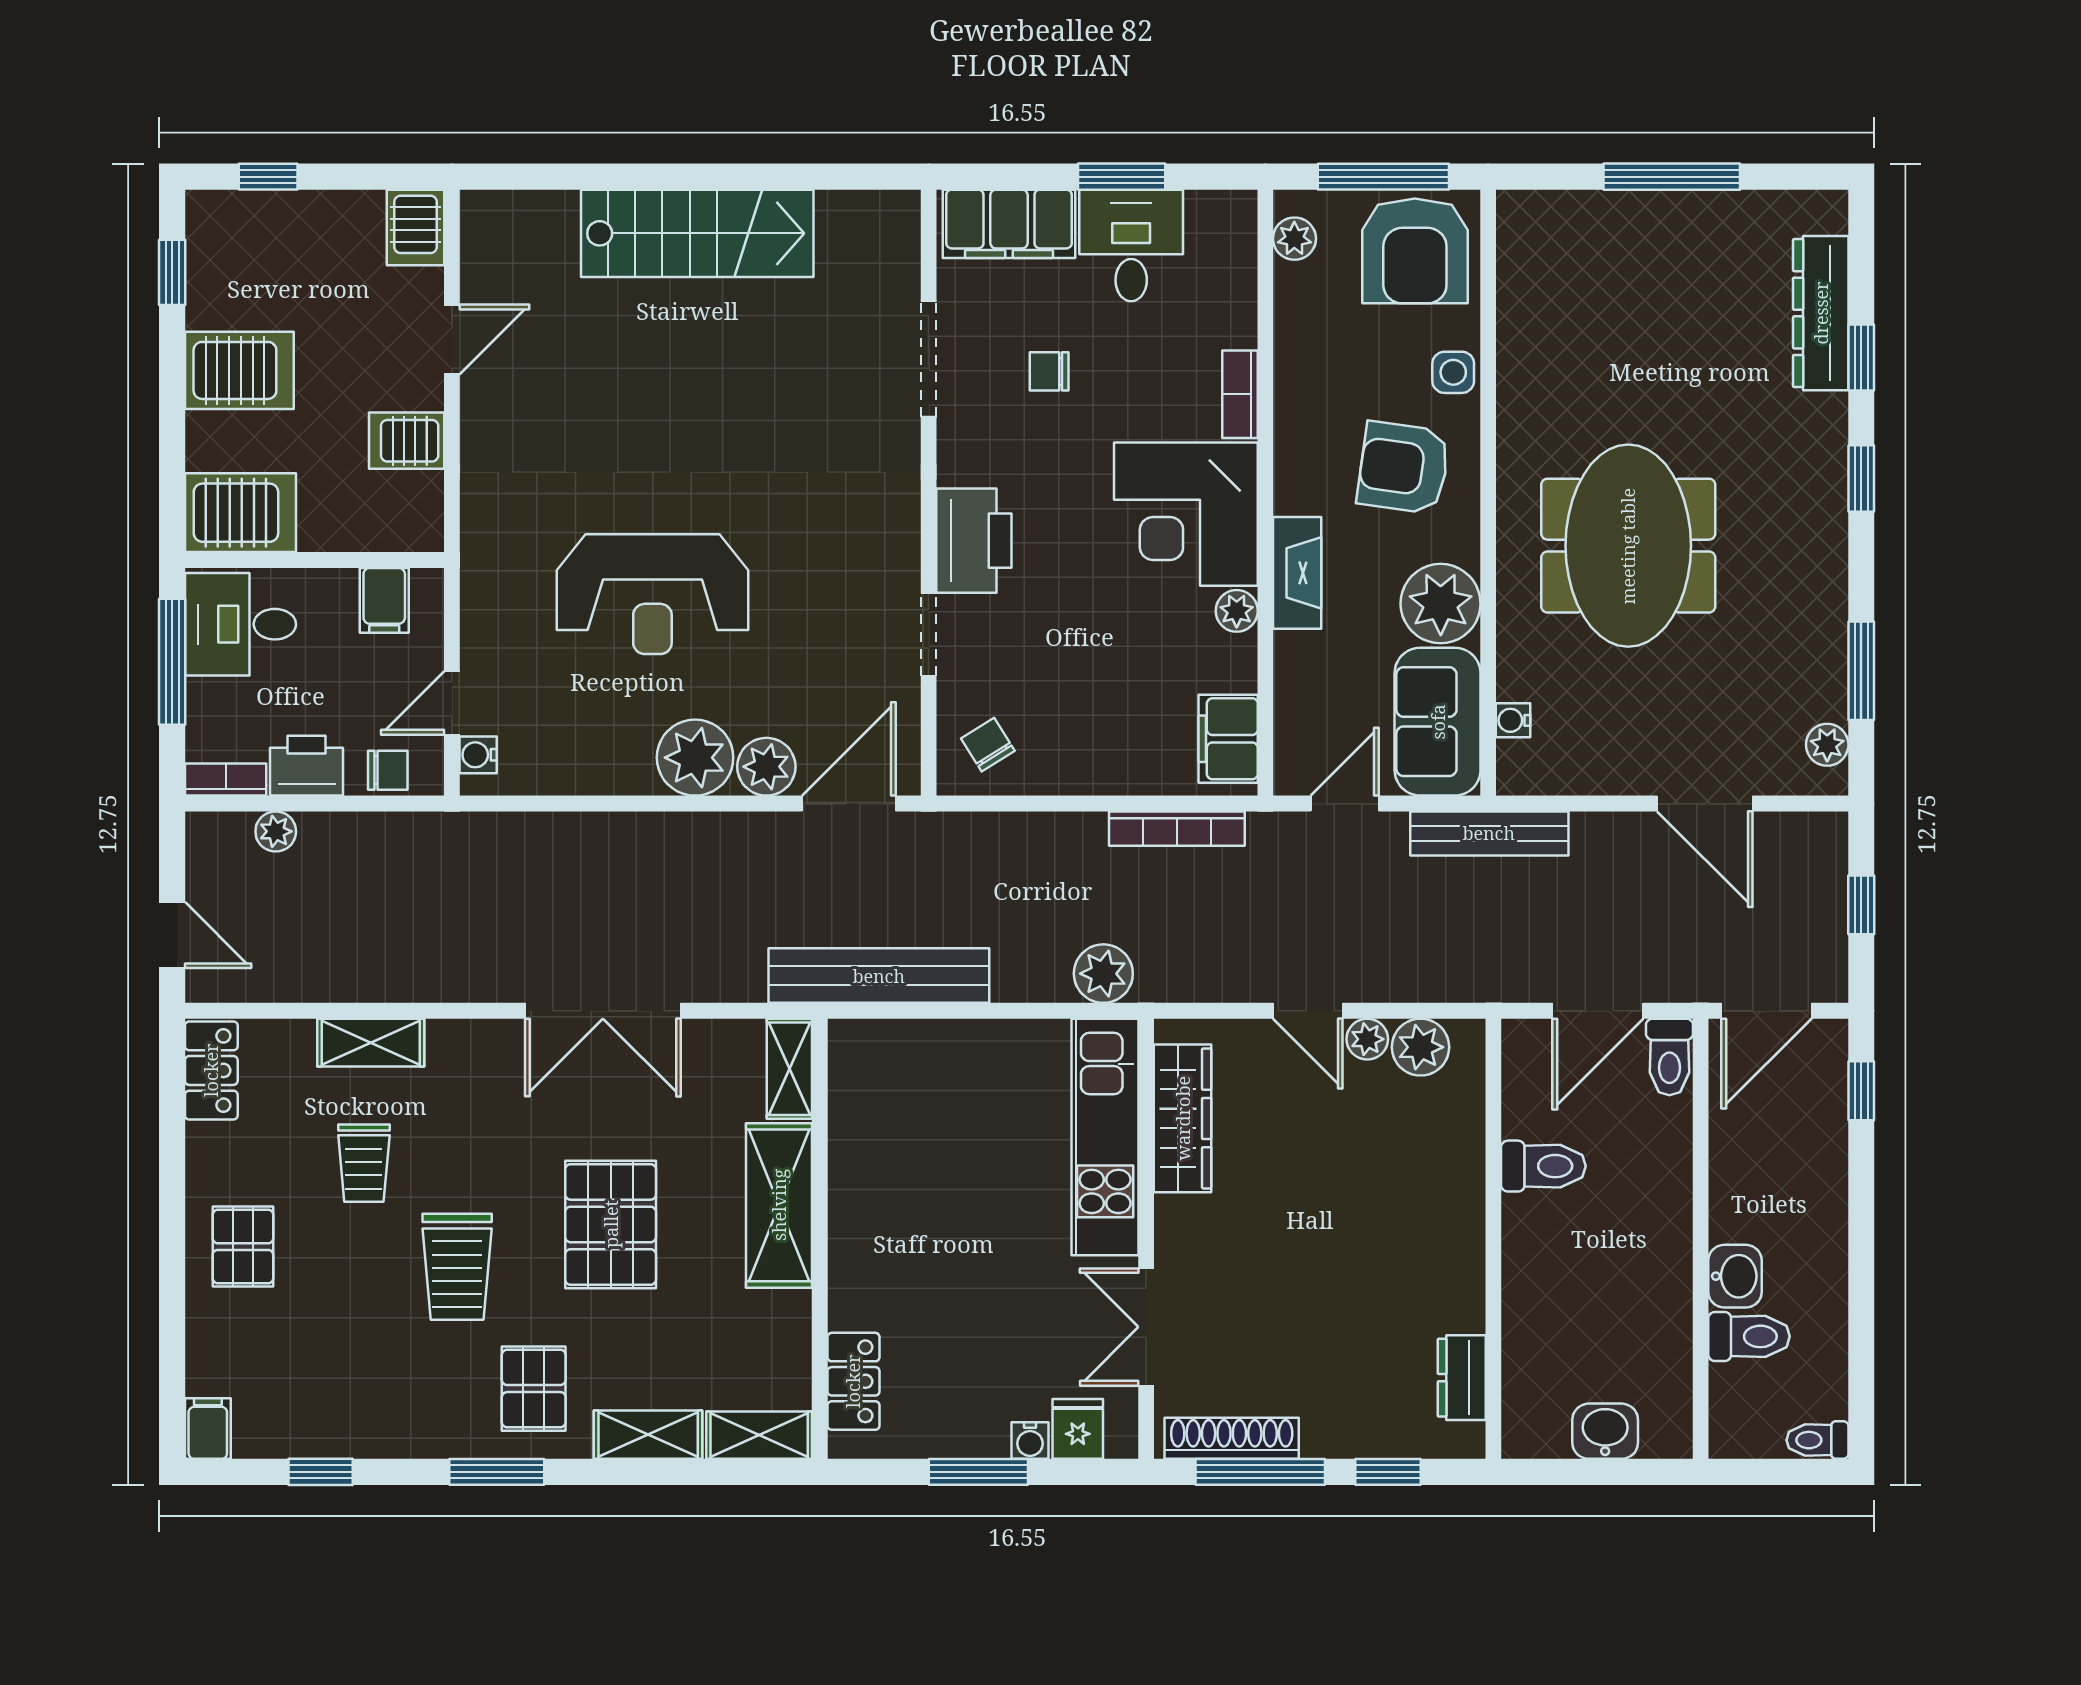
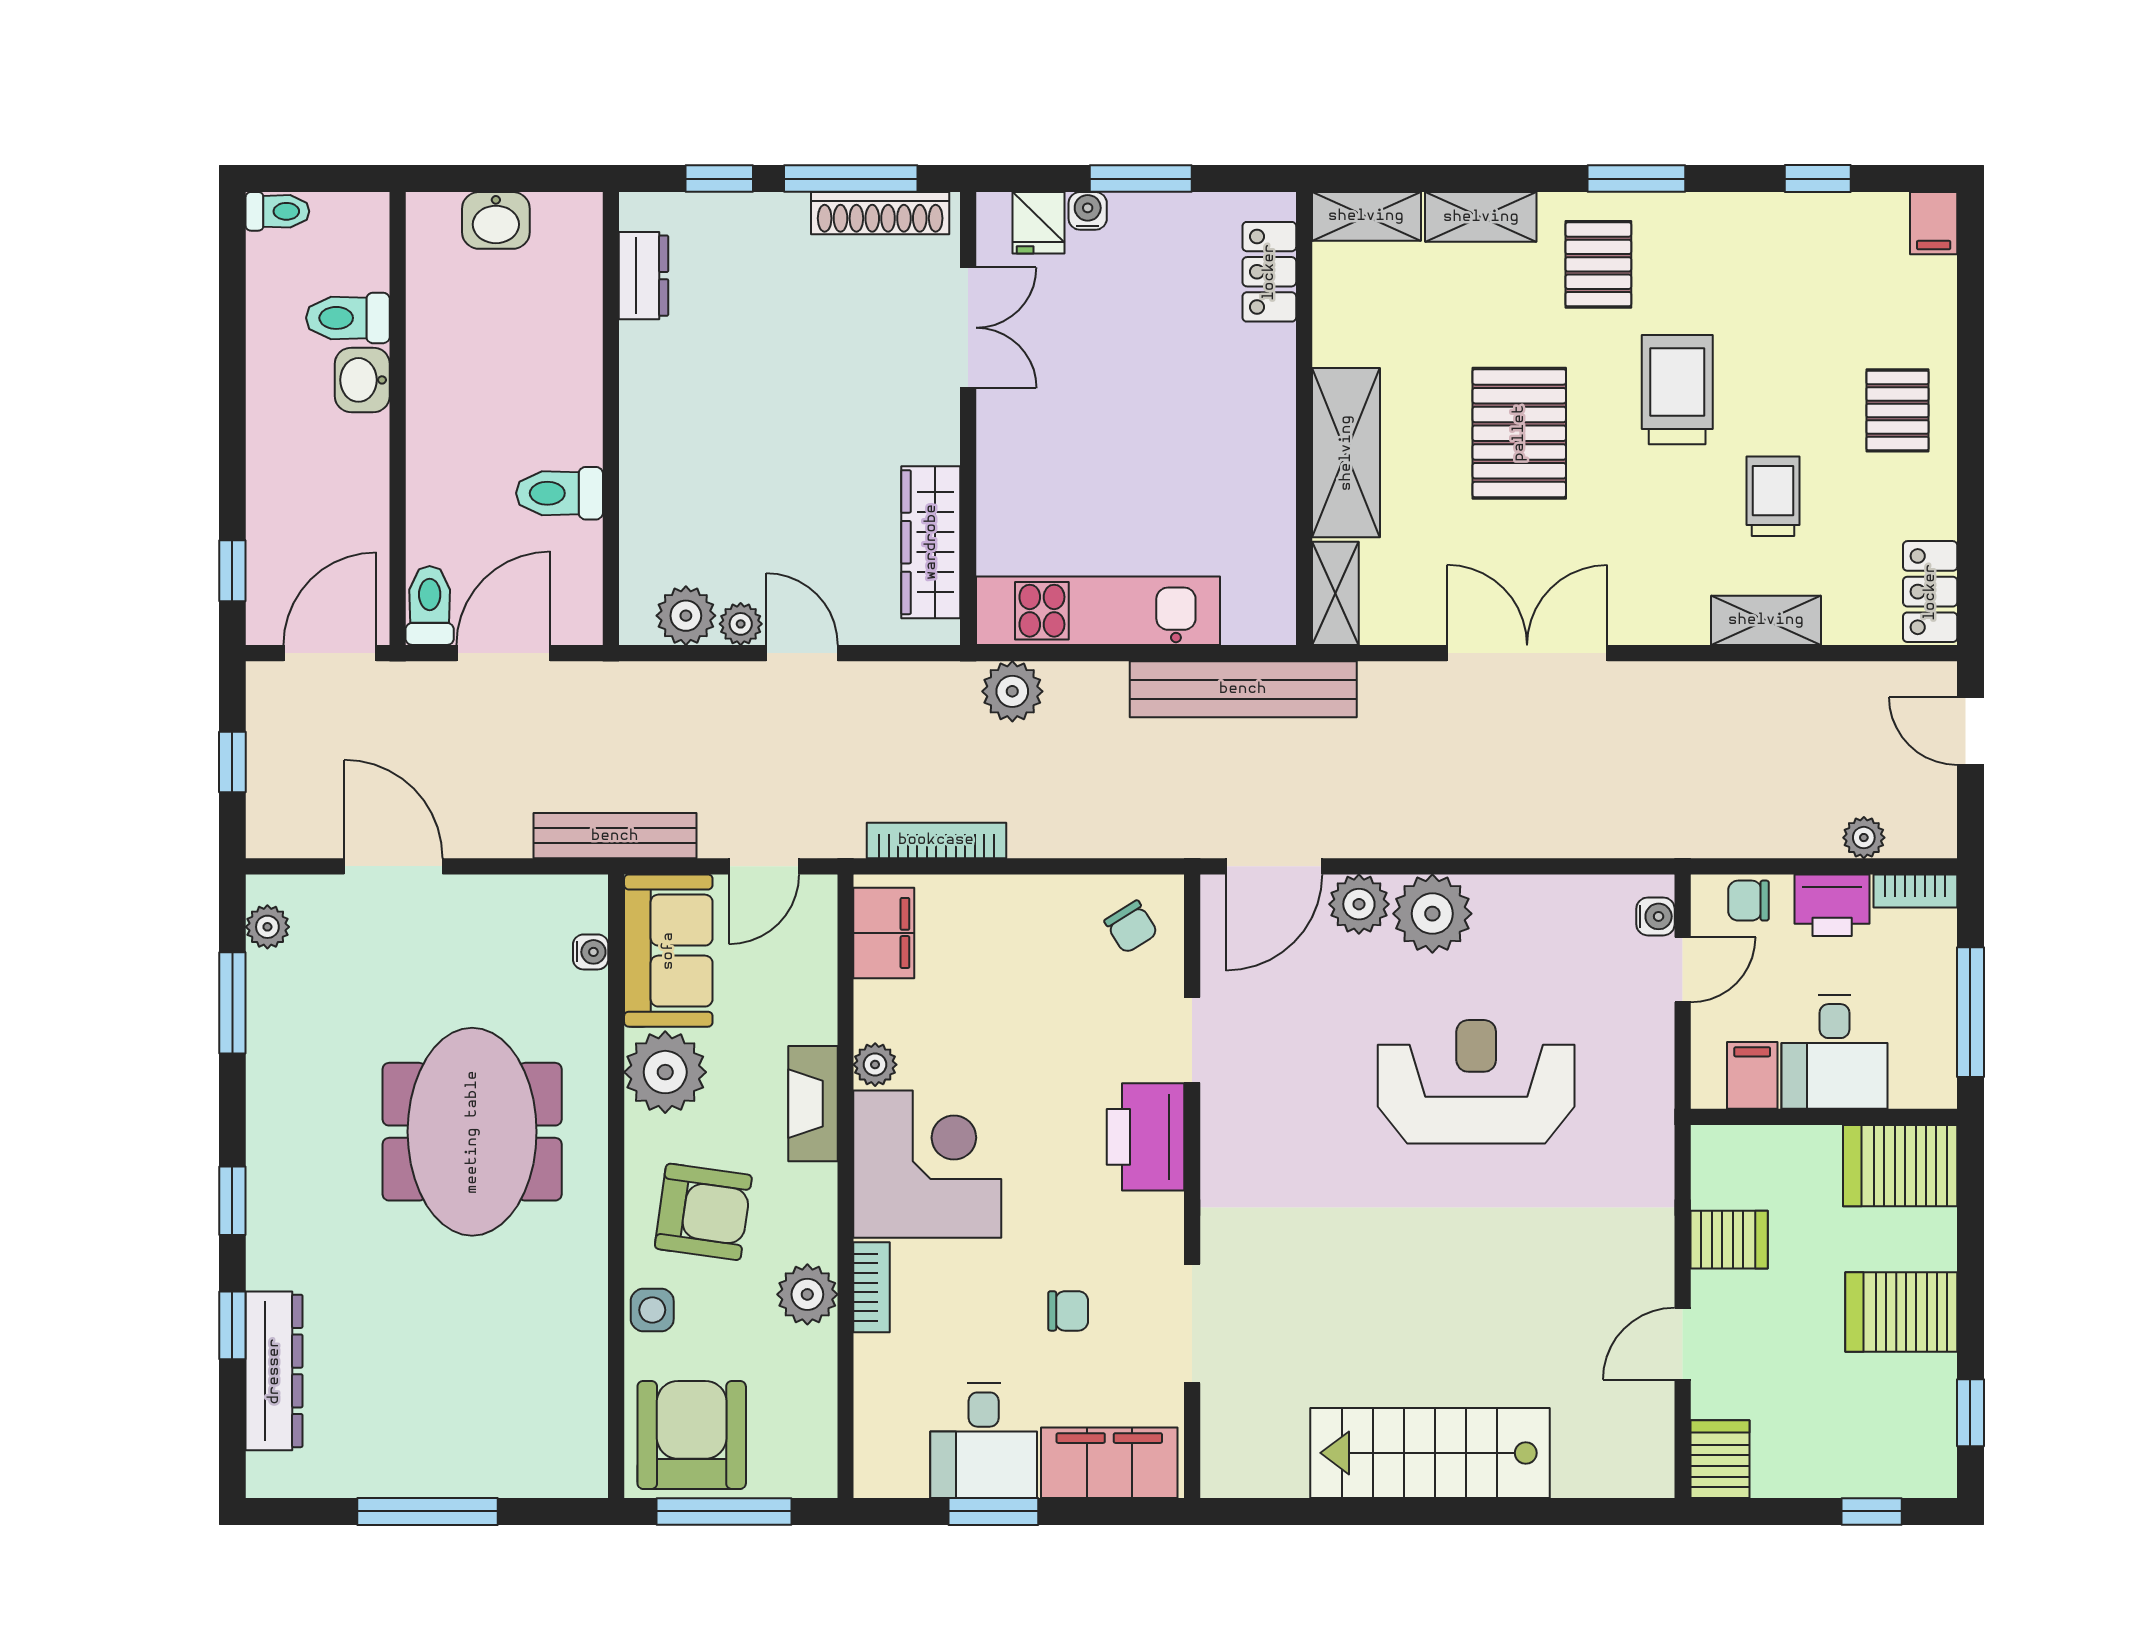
plant: (1294, 239) -> (807, 1294), moved, width x1.38, depth x1.38
desk: (240, 624) -> (1834, 1052), moved, turned 90
kitchen unit: (1105, 1137) -> (1098, 611), moved, turned -90

